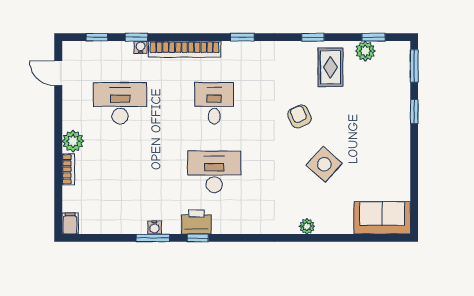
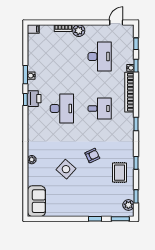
plant: (365, 51) -> (128, 205), moved
rug: (330, 67) -> (119, 173), turned 90

